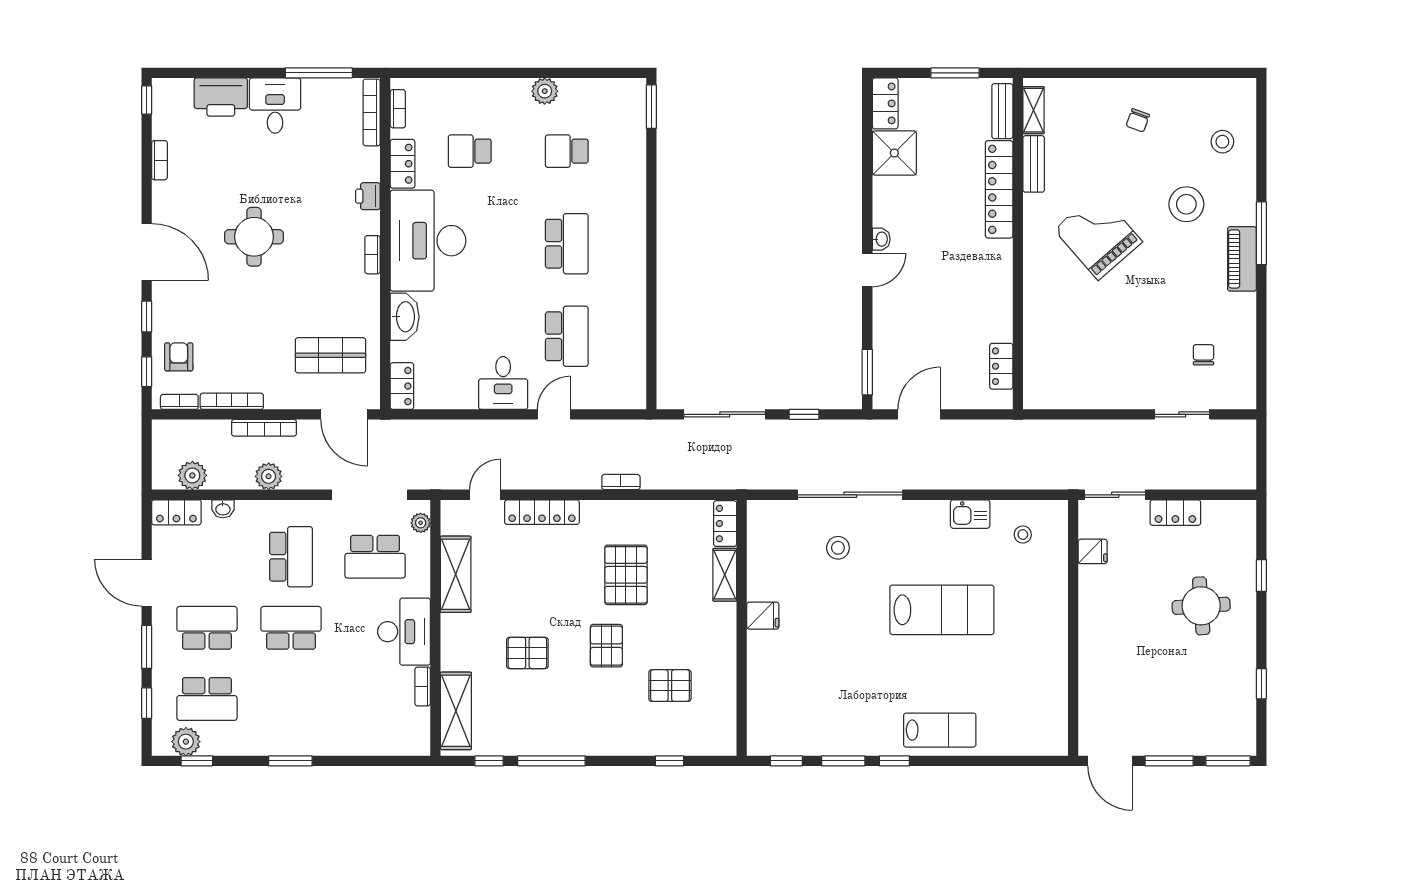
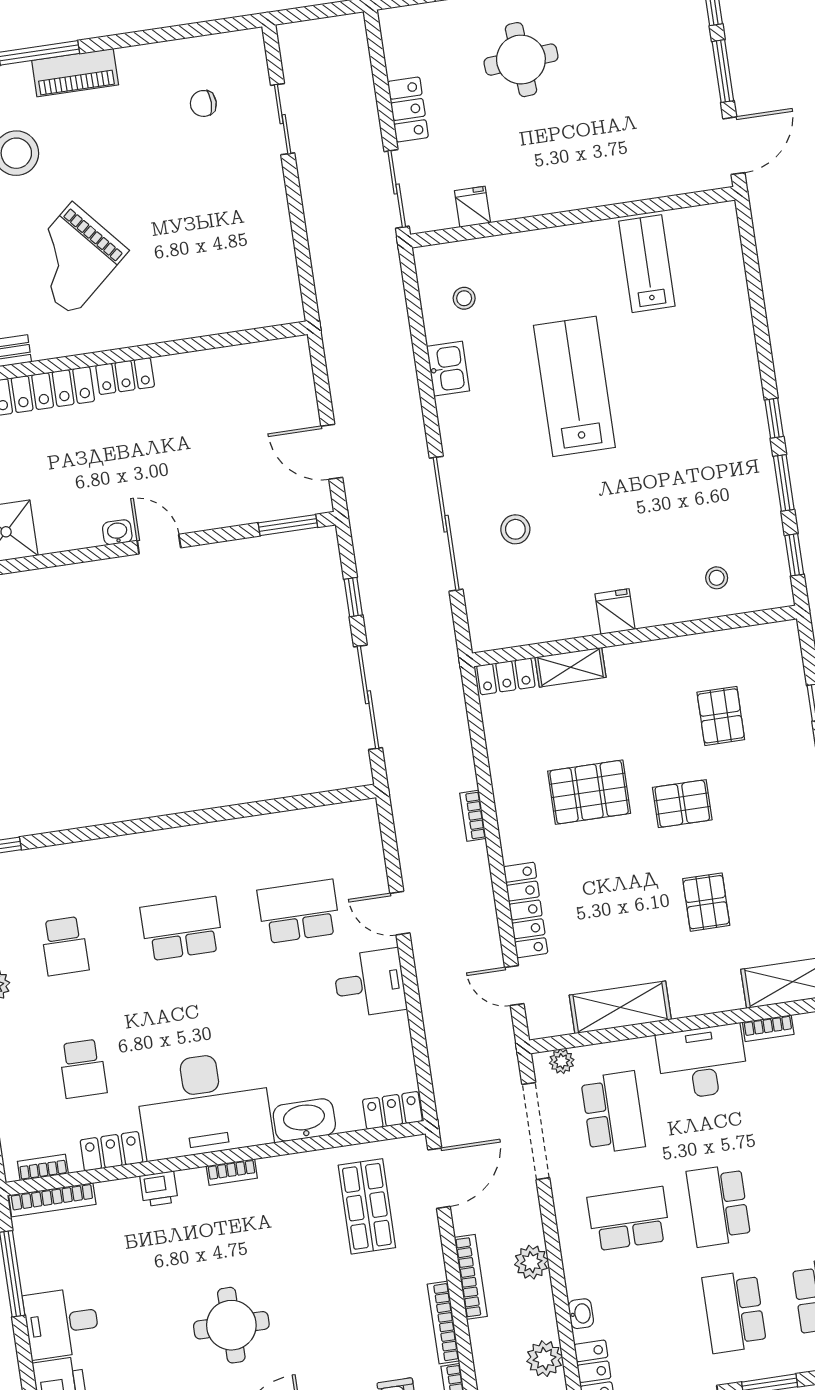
locker: (1001, 366) -> (125, 376), moved
stool: (777, 698) -> (717, 578), added
lab bench: (940, 730) -> (647, 264), moved

